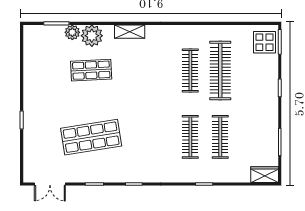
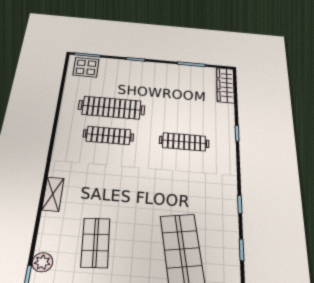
plant: (92, 36) -> (51, 238), removed
clothes rail: (220, 137) -> (185, 114), removed
wardrobe: (265, 175) -> (225, 85), width x1.50

